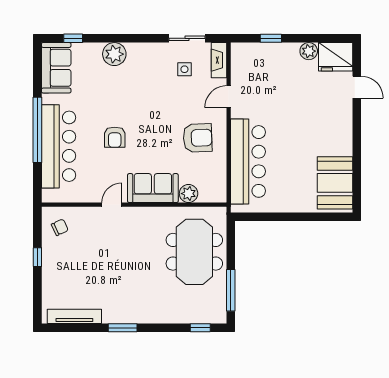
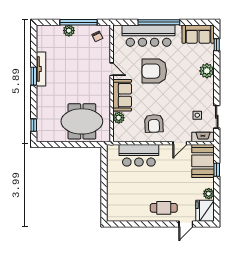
door: (229, 97) -> (180, 143), swing flipped
cafe table: (331, 122) -> (164, 208), added
armchair: (115, 137) -> (154, 71), width x1.88, depth x1.88
bar counter: (248, 161) -> (139, 155), width x0.73
booth: (335, 183) -> (203, 161), moved, turned 90
window: (37, 257) -> (78, 22), width x3.17
plant: (51, 272) -> (69, 31), added
window: (231, 290) -> (58, 144), removed
tv unit: (74, 316) -> (41, 69), moved

